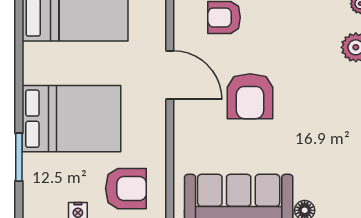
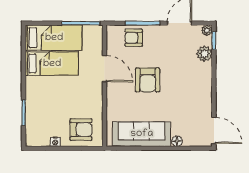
bed: (71, 119) -> (52, 64), moved, width x0.67

